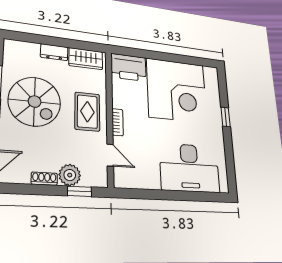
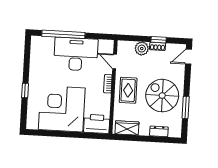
dresser: (54, 52) -> (159, 131), moved
desk: (190, 168) -> (76, 54), moved
window: (80, 191) -> (159, 40), moved
window: (187, 196) -> (63, 34), added

